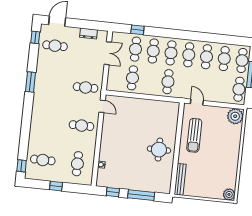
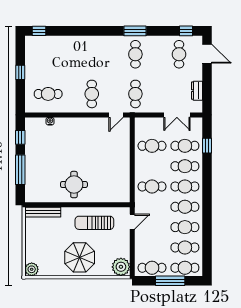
parasol: (223, 151) -> (80, 257), added
cafe table: (43, 160) -> (135, 54), moved

